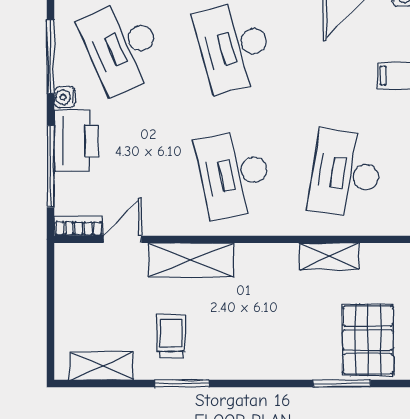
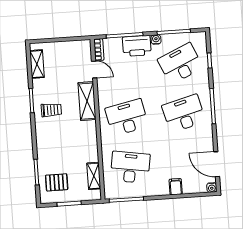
shelving: (329, 256) -> (94, 176), moved
trolley: (171, 336) -> (51, 110), moved
pallet: (368, 340) -> (57, 182), width x0.67, depth x0.71

